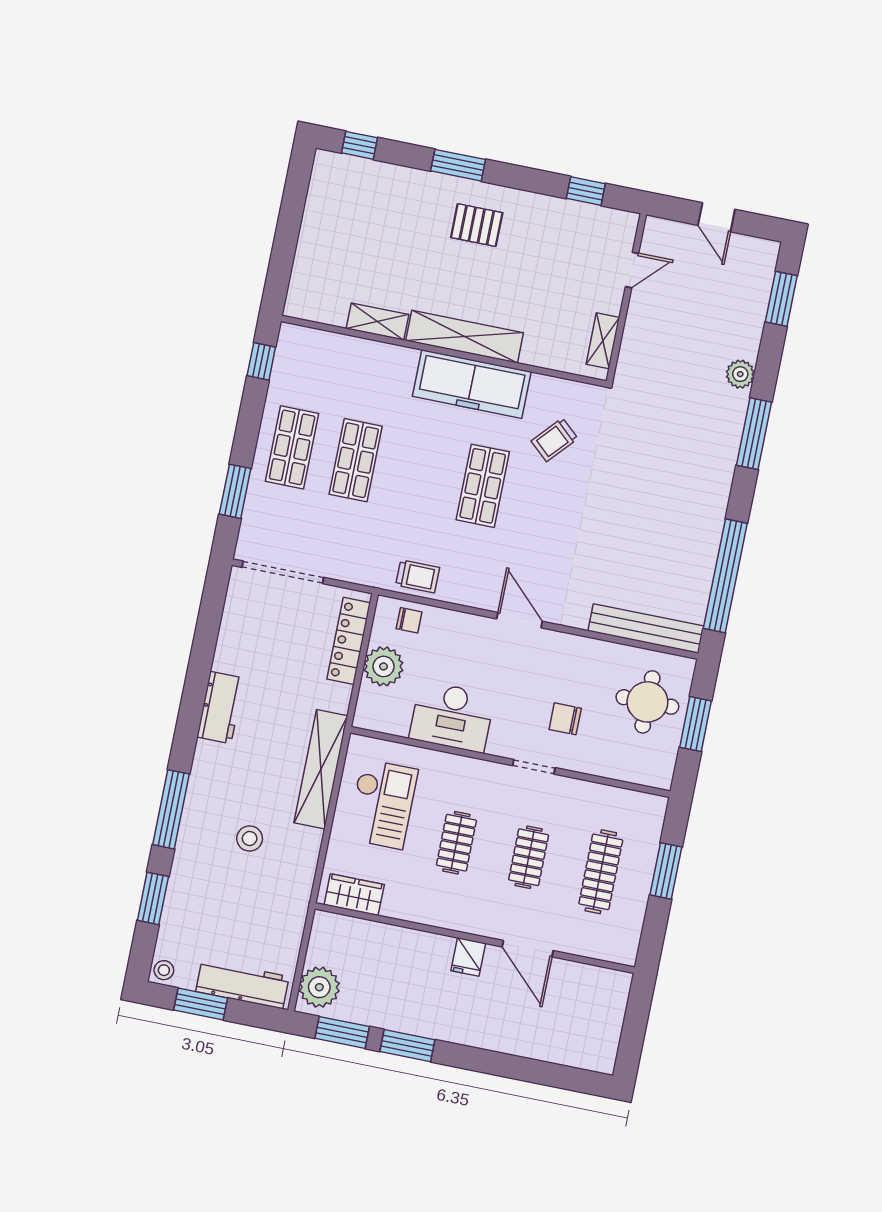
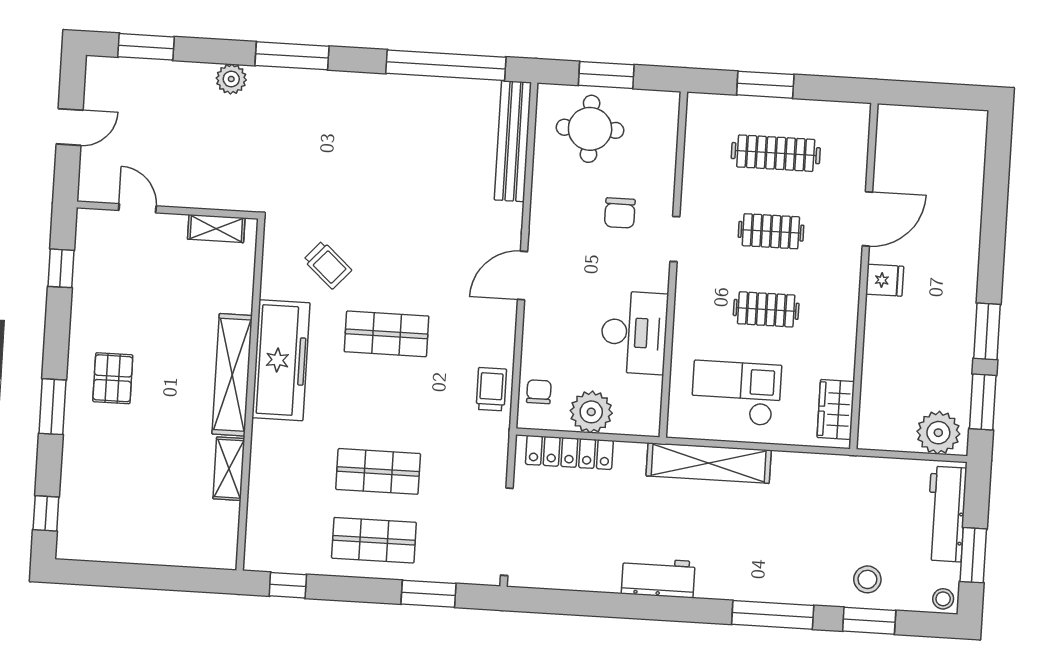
stool: (250, 838) -> (867, 579), moved

